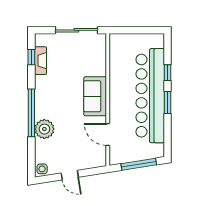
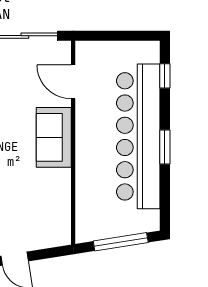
window: (167, 73) -> (165, 76), moved
door: (108, 134) -> (73, 82), moved

